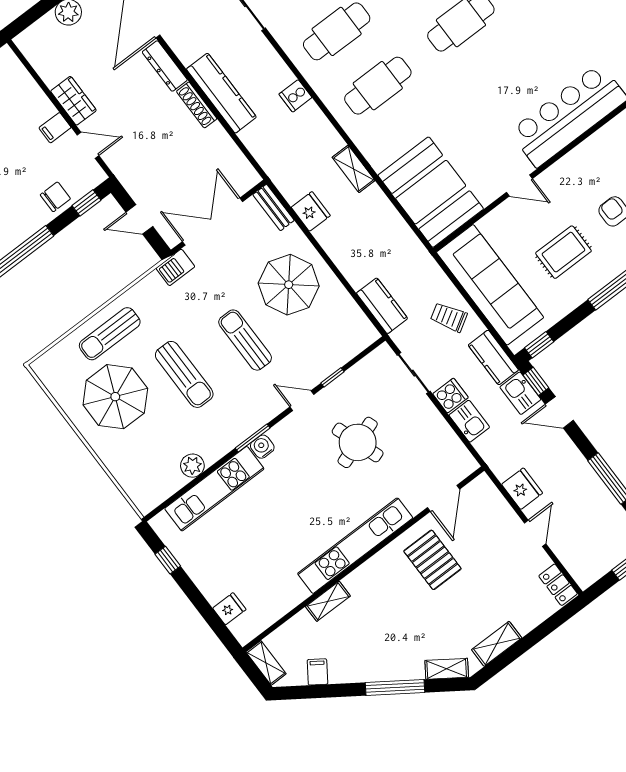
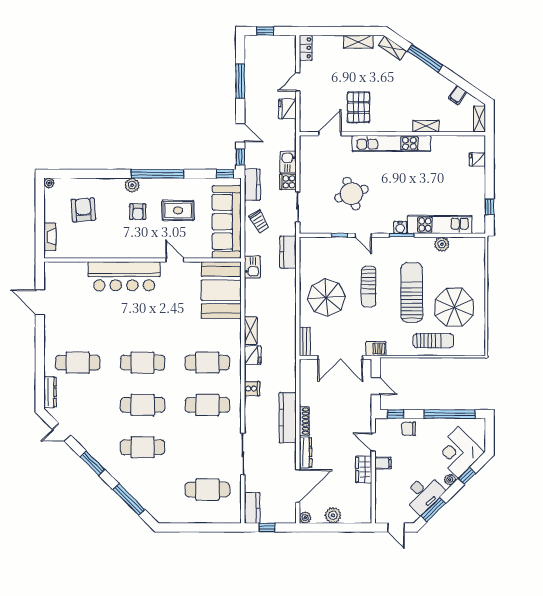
fridge: (311, 211) -> (253, 355), moved, turned 180
sun lounger: (184, 374) -> (412, 292), width x1.36, depth x1.34
kitchen sink: (520, 393) -> (252, 267), moved

